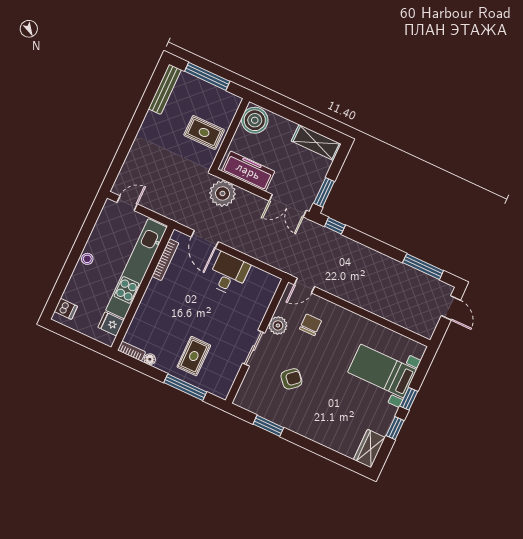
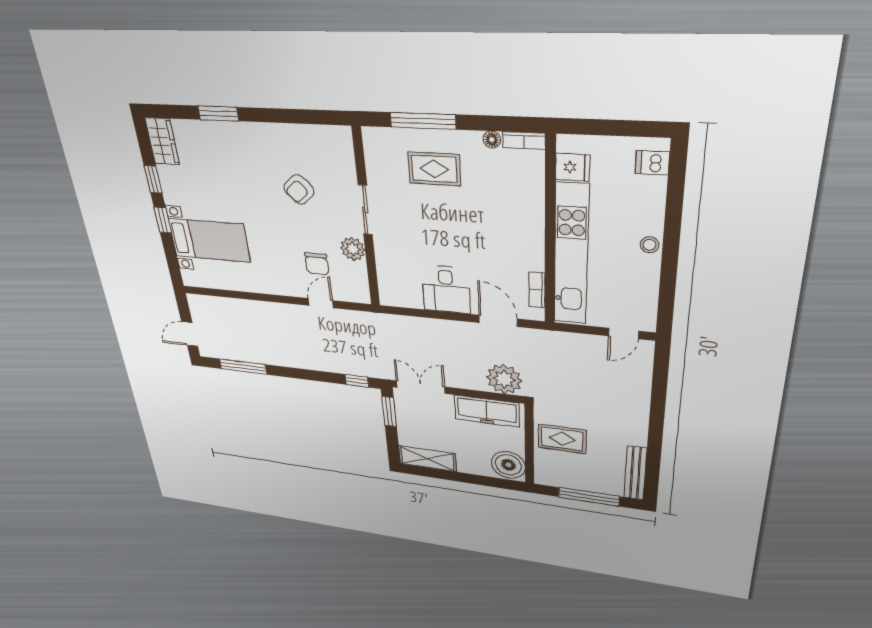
bookcase: (165, 260) -> (537, 290), width x0.64
door: (304, 286) -> (321, 303), moved
door: (451, 308) -> (190, 334), hinge flipped
rug: (194, 356) -> (434, 169), turned 90
window: (268, 426) -> (218, 113), moved

